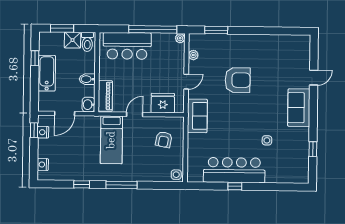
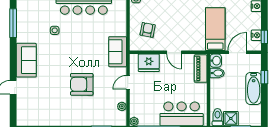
window: (35, 58) -> (264, 77), moved
bidet: (87, 79) -> (217, 73), moved
door: (135, 114) -> (174, 52), hinge flipped
bed: (111, 140) -> (215, 29), moved
window: (313, 149) -> (13, 23), width x2.17

